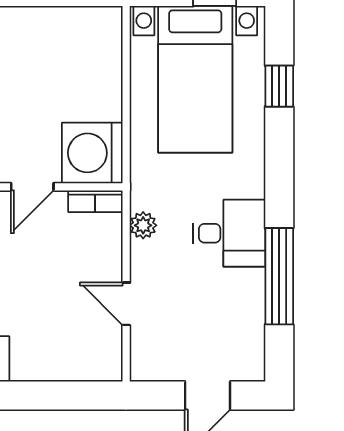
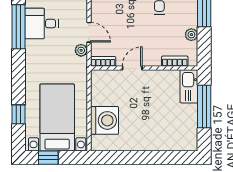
washing machine: (92, 153) -> (105, 120), moved
desk: (229, 233) -> (42, 24), moved
door: (126, 304) -> (89, 32), moved

